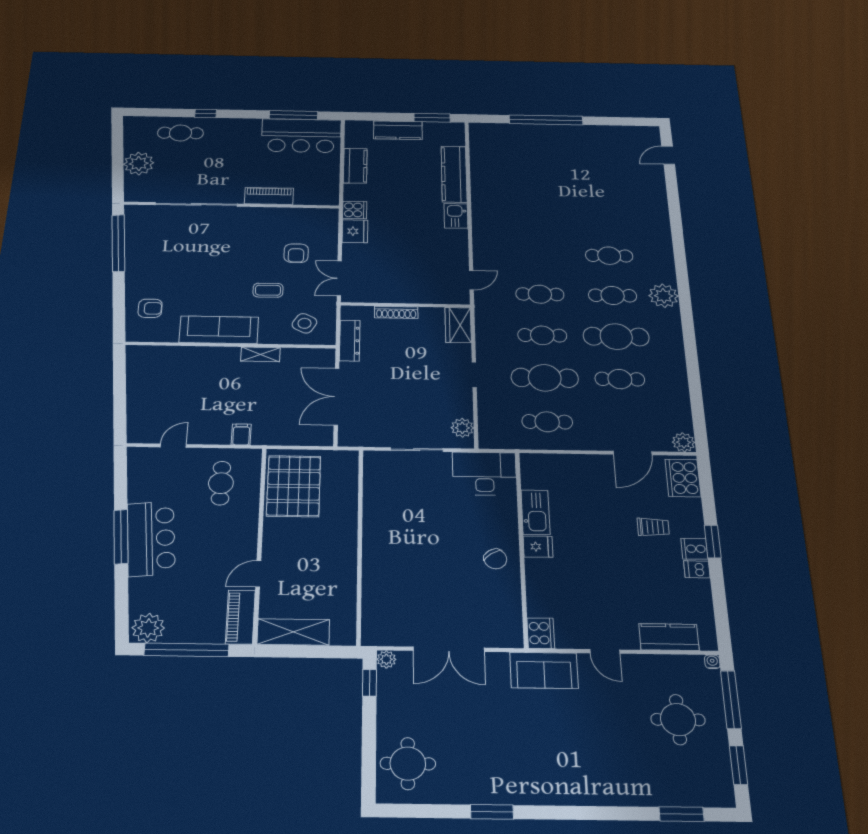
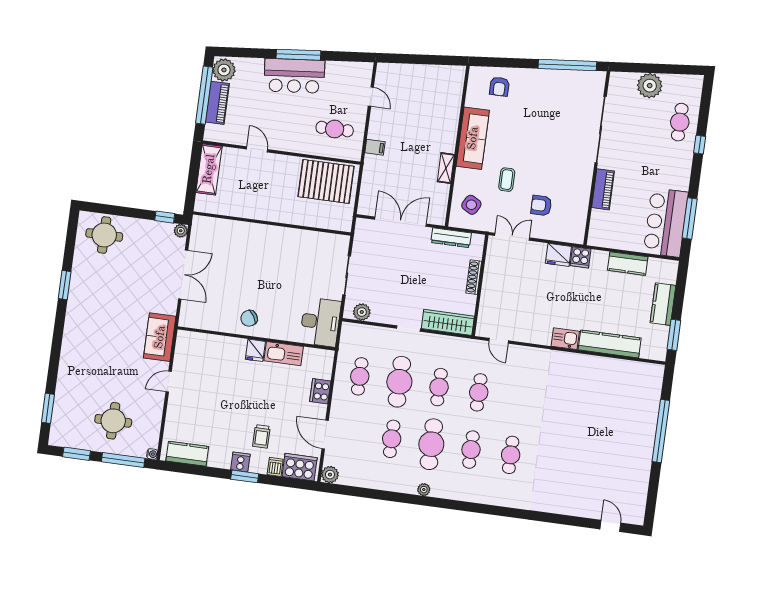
plant: (664, 296) -> (424, 490), moved, width x0.53, depth x0.53
wardrobe: (458, 325) -> (448, 322), width x1.50
dishwasher: (697, 569) -> (275, 467), moved
piano: (240, 617) -> (217, 103), moved, turned 90
cooker: (541, 633) -> (320, 391), moved, turned 90
kitchen counter: (669, 637) -> (187, 454), moved, turned -90
double door: (449, 649) -> (183, 275), swing flipped

